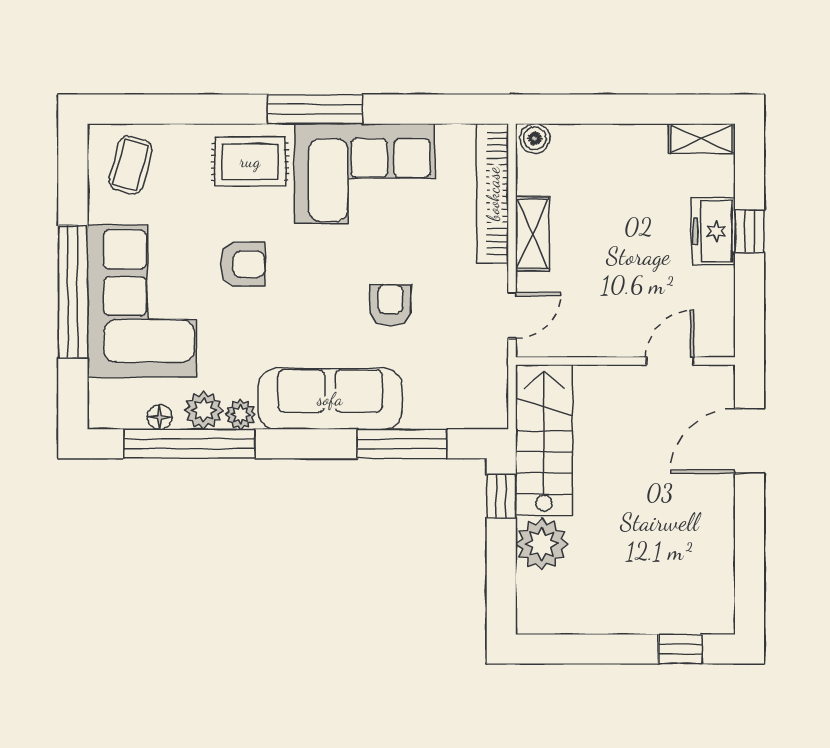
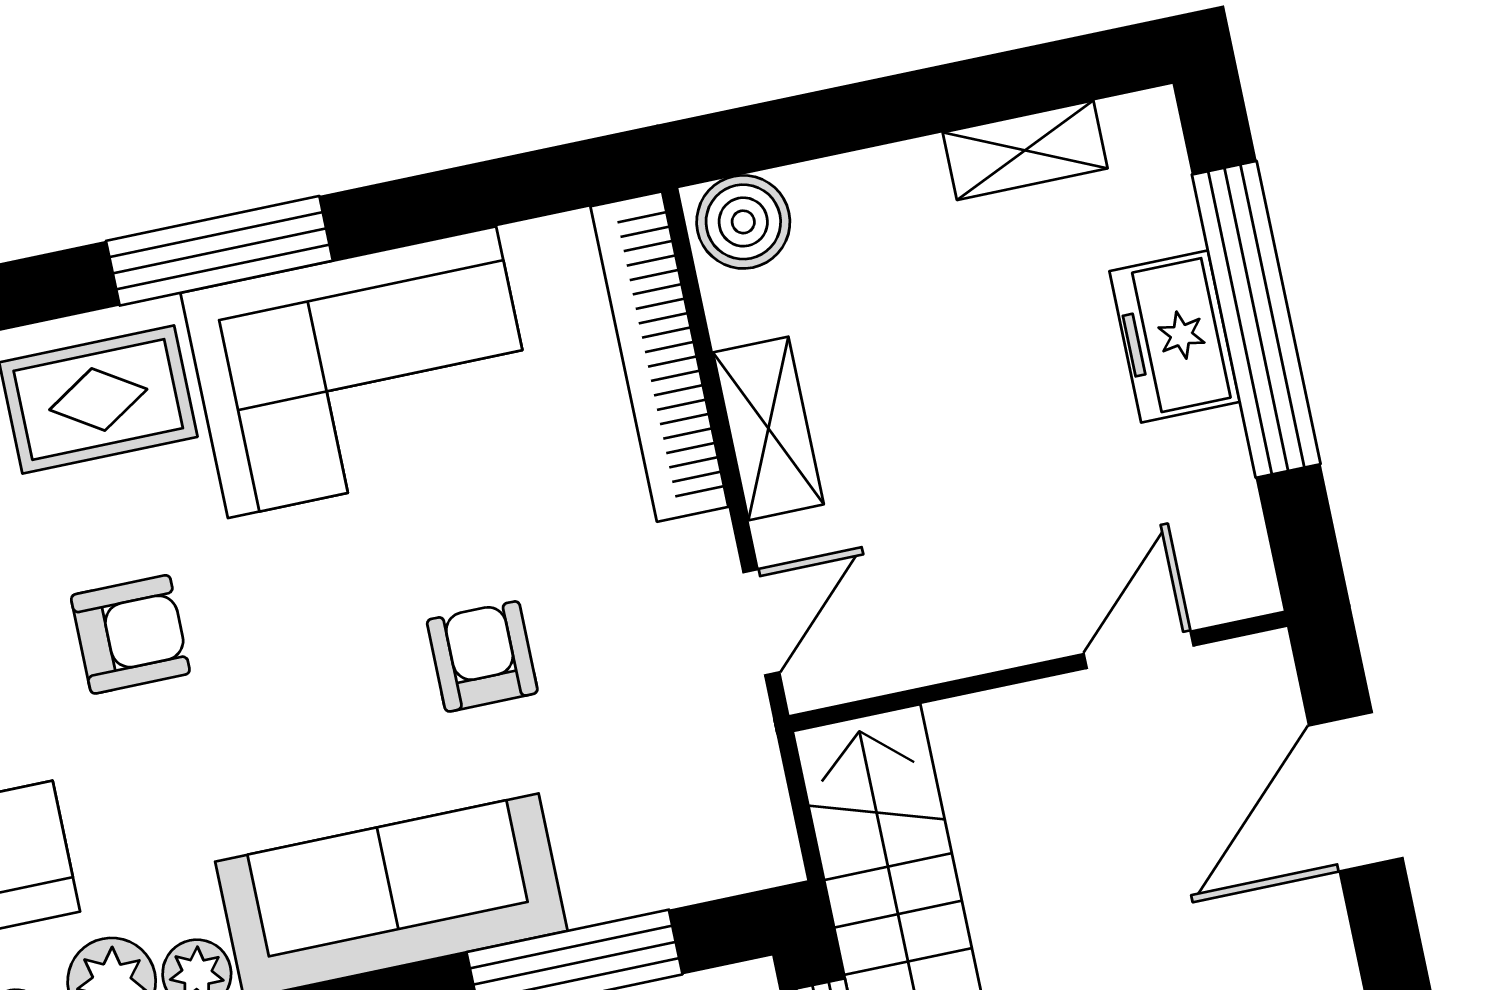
boiler: (535, 138) -> (743, 222), width x1.36, depth x1.36
shelving: (702, 139) -> (1025, 150), moved
window: (750, 231) -> (1256, 319), width x3.17

